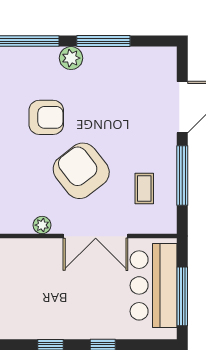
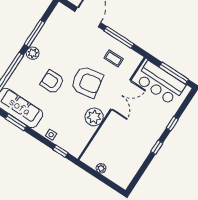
armchair: (46, 117) -> (52, 82), turned -90
armchair: (81, 171) -> (87, 82), turned -152
plant: (42, 225) -> (94, 117), width x1.87, depth x1.87

